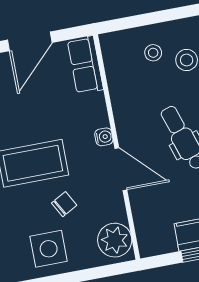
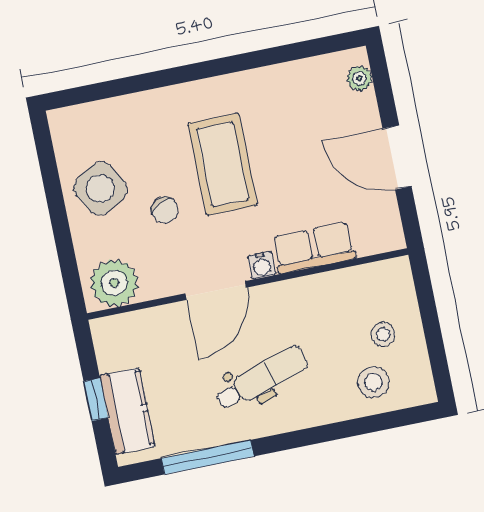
row of seats: (85, 65) -> (314, 248), moved
side table: (49, 249) -> (100, 189), turned -30

